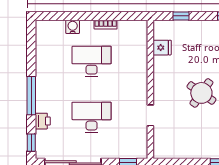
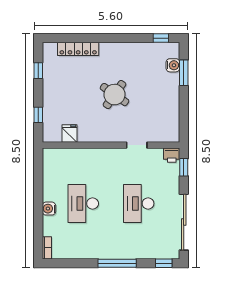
bookcase: (106, 25) -> (47, 248), moved
water cooler: (73, 27) -> (49, 209), moved
printer: (43, 121) -> (172, 155), moved, turned 180

